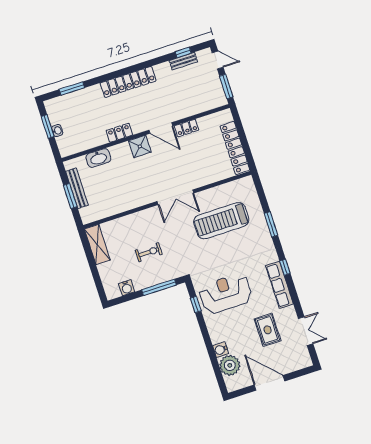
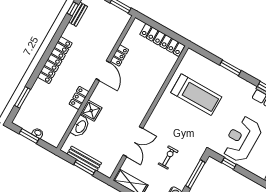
door: (161, 128) -> (103, 71), hinge flipped
shower: (140, 146) -> (91, 111), moved
double door: (175, 197) -> (133, 142), moved
treadmill: (221, 221) -> (196, 95), turned -90

